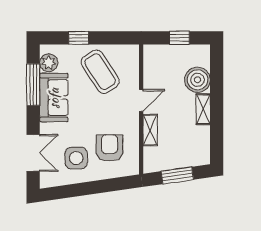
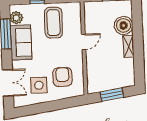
coffee table: (100, 72) -> (53, 23), turned 33
shelving: (150, 130) -> (91, 63), removed

